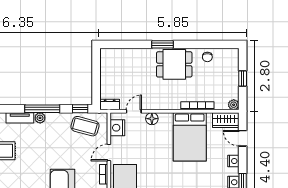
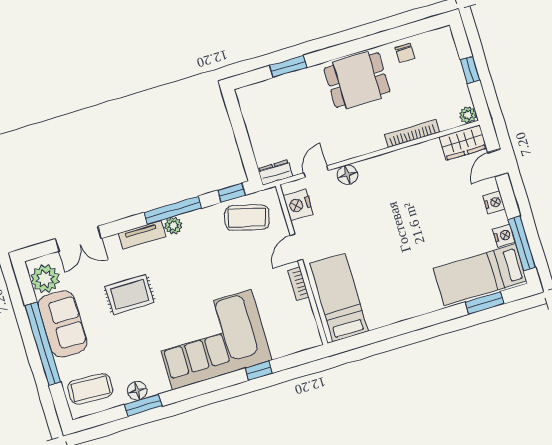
window: (162, 44) -> (288, 67), moved
bed: (190, 137) -> (415, 185), removed
door: (243, 138) -> (498, 163), hinge flipped

